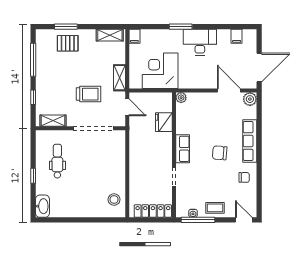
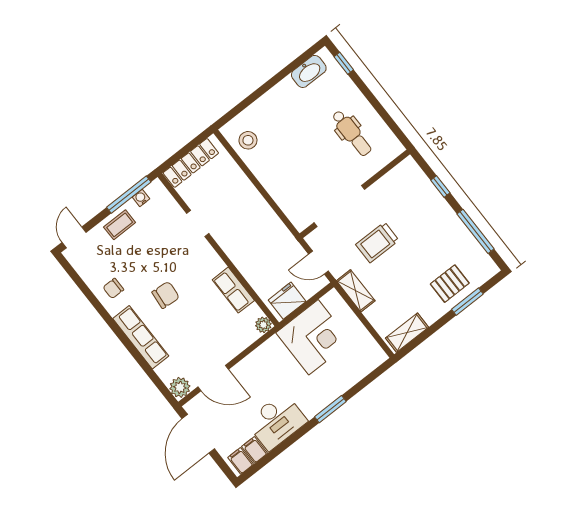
filing cabinet: (134, 36) -> (241, 461), moved
desk: (200, 42) -> (276, 421), moved
shelving: (53, 121) -> (395, 177), removed
fridge: (164, 122) -> (287, 301), moved, turned -90
row of seats: (183, 149) -> (233, 290), moved
window: (33, 176) -> (344, 63), moved
washbasin: (42, 206) -> (309, 71), moved, turned -90
door: (244, 220) -> (74, 237), swing flipped

